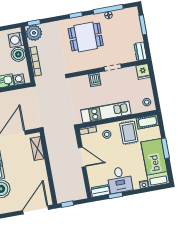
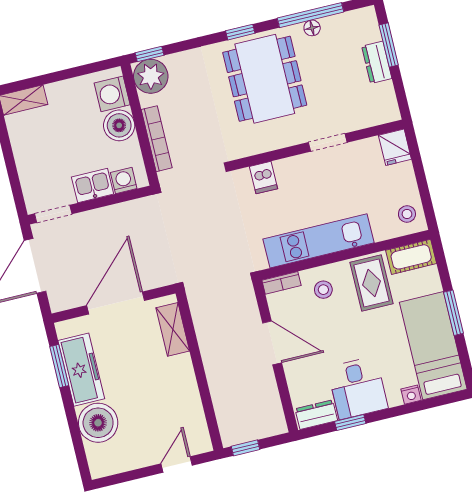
dining table: (86, 37) -> (265, 79), width x1.37
dresser: (140, 51) -> (377, 62), moved
dishwasher: (95, 80) -> (263, 178), moved
door: (36, 210) -> (177, 465), width x0.53

